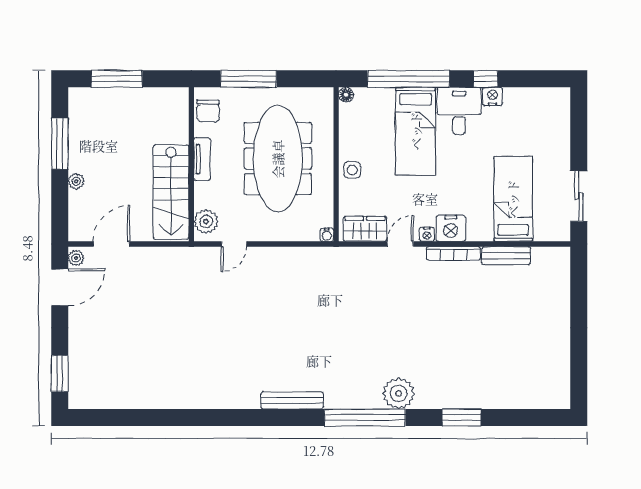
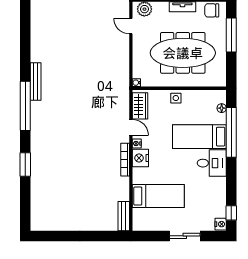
window: (486, 79) -> (231, 213), moved
floor lamp: (346, 95) -> (222, 108), moved
nightstand: (493, 96) -> (221, 224), moved
sliding door: (579, 196) -> (185, 236), moved
bench: (506, 256) -> (124, 216), moved
plant: (399, 393) -> (40, 126), removed
bench: (292, 400) -> (36, 82), moved

